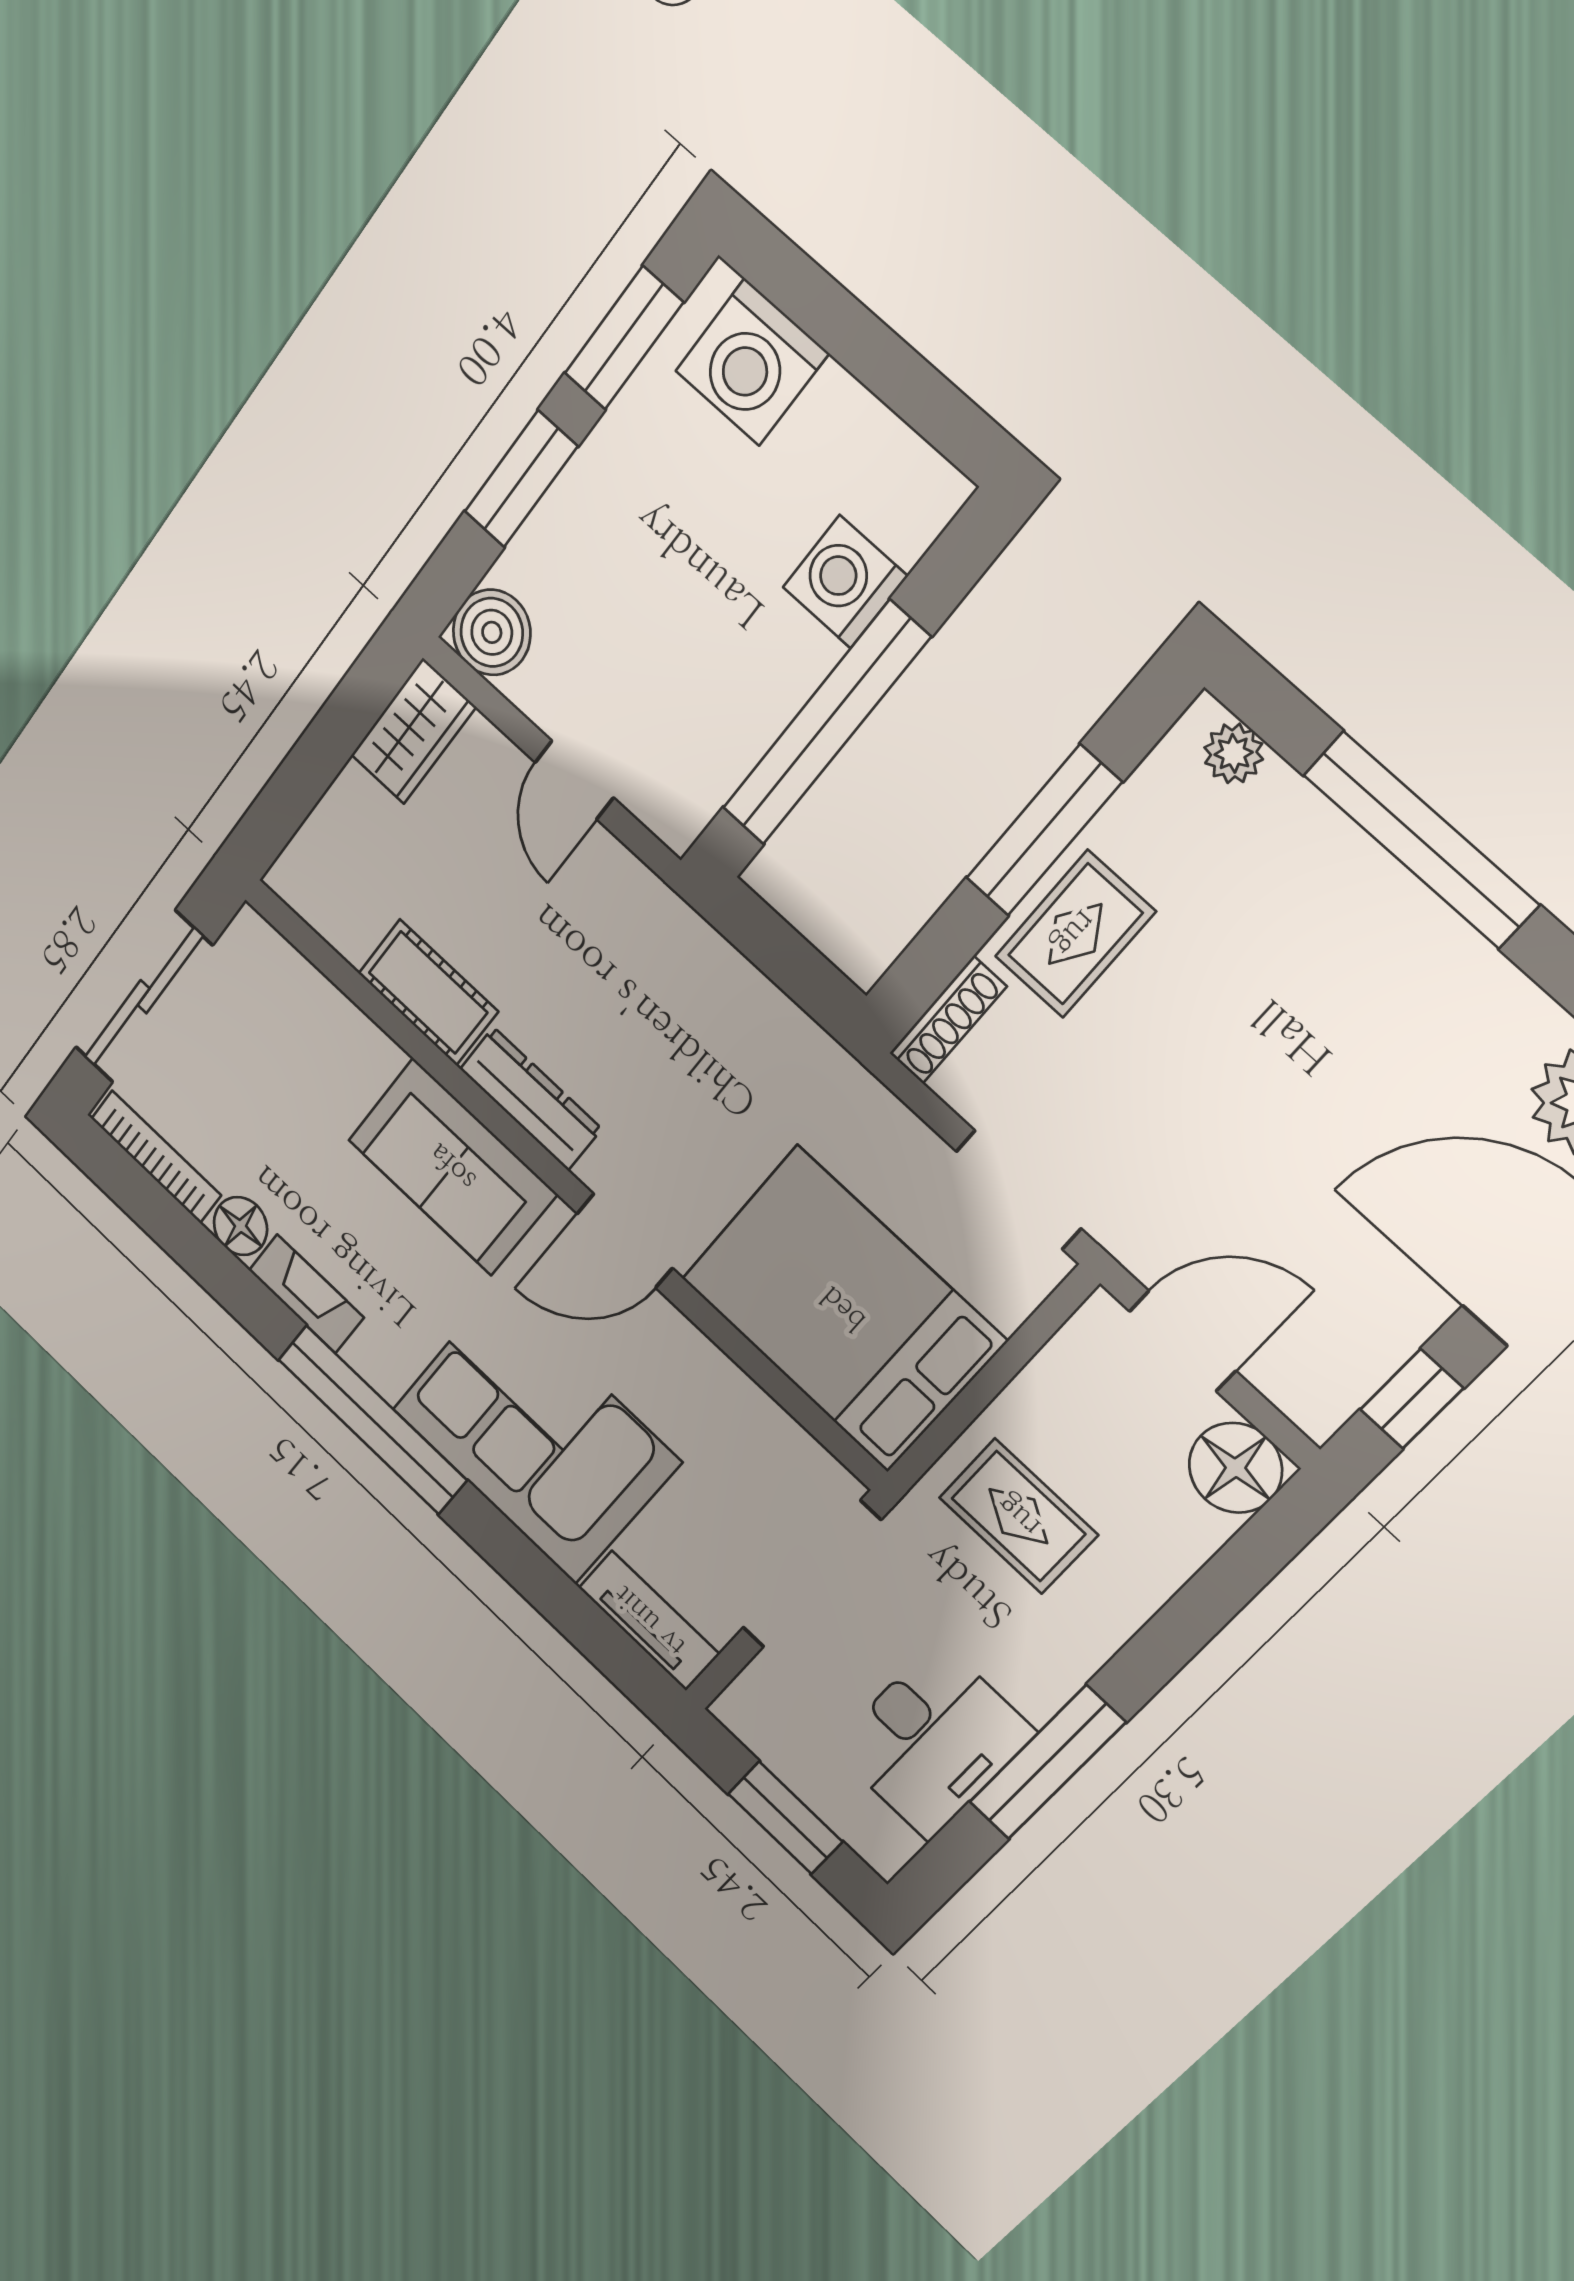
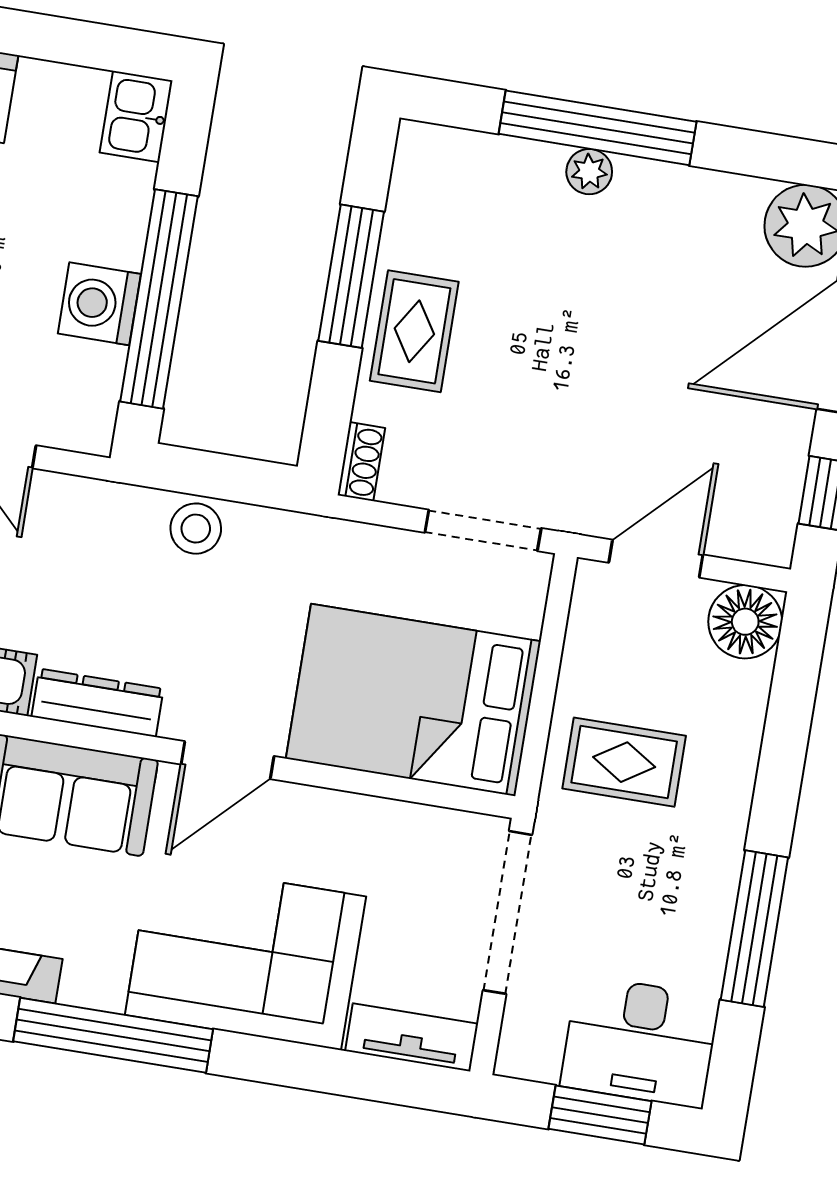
kitchen sink: (917, 504) -> (136, 117), added
washing machine: (845, 582) -> (99, 304), moved
plant: (1234, 753) -> (589, 172), moved
stool: (725, 990) -> (196, 529), added
shoe rack: (948, 1020) -> (361, 462), width x0.70
desk: (933, 1740) -> (640, 1042), moved, turned 90

